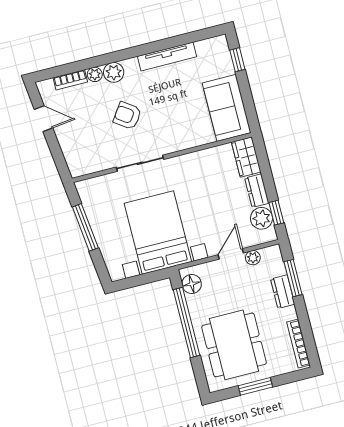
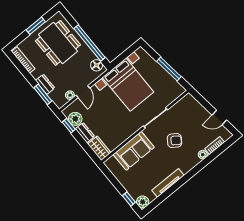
plant: (114, 72) -> (143, 202), moved
sofa: (227, 108) -> (134, 151), moved, turned 90

